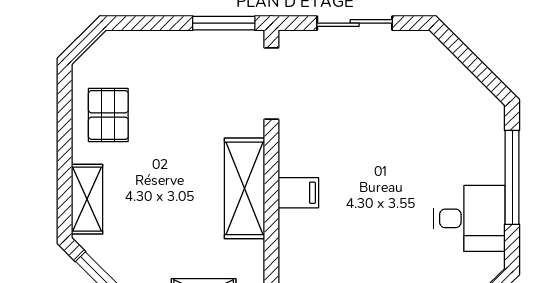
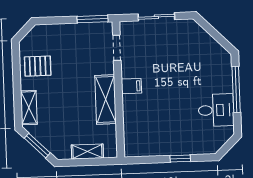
doorway: (271, 84) -> (117, 48), width x0.73
pallet: (108, 115) -> (38, 66), turned 90
filing cabinet: (298, 193) -> (131, 86), moved

